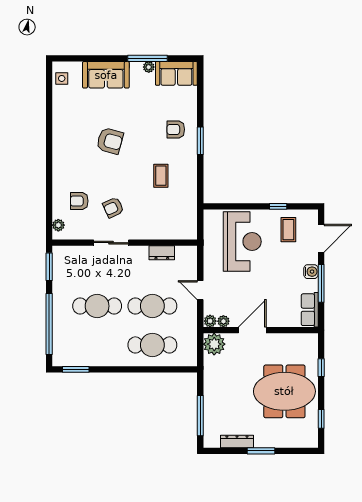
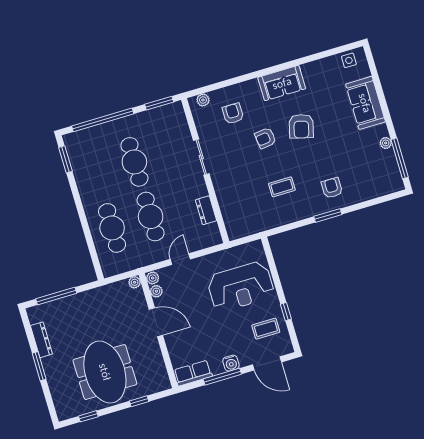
window: (148, 58) -> (400, 158), moved
sofa: (176, 73) -> (282, 83), moved, turned -90
armchair: (113, 208) -> (265, 138), moved, turned -72
plant: (214, 344) -> (135, 282), width x0.53, depth x0.53

